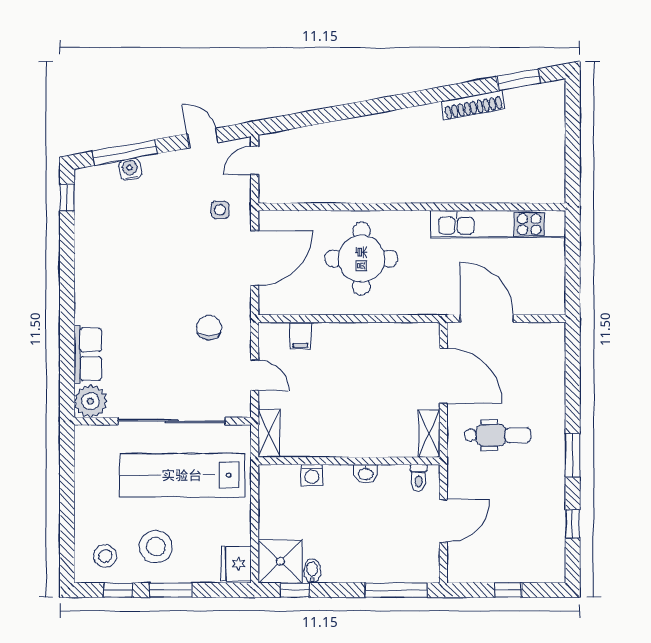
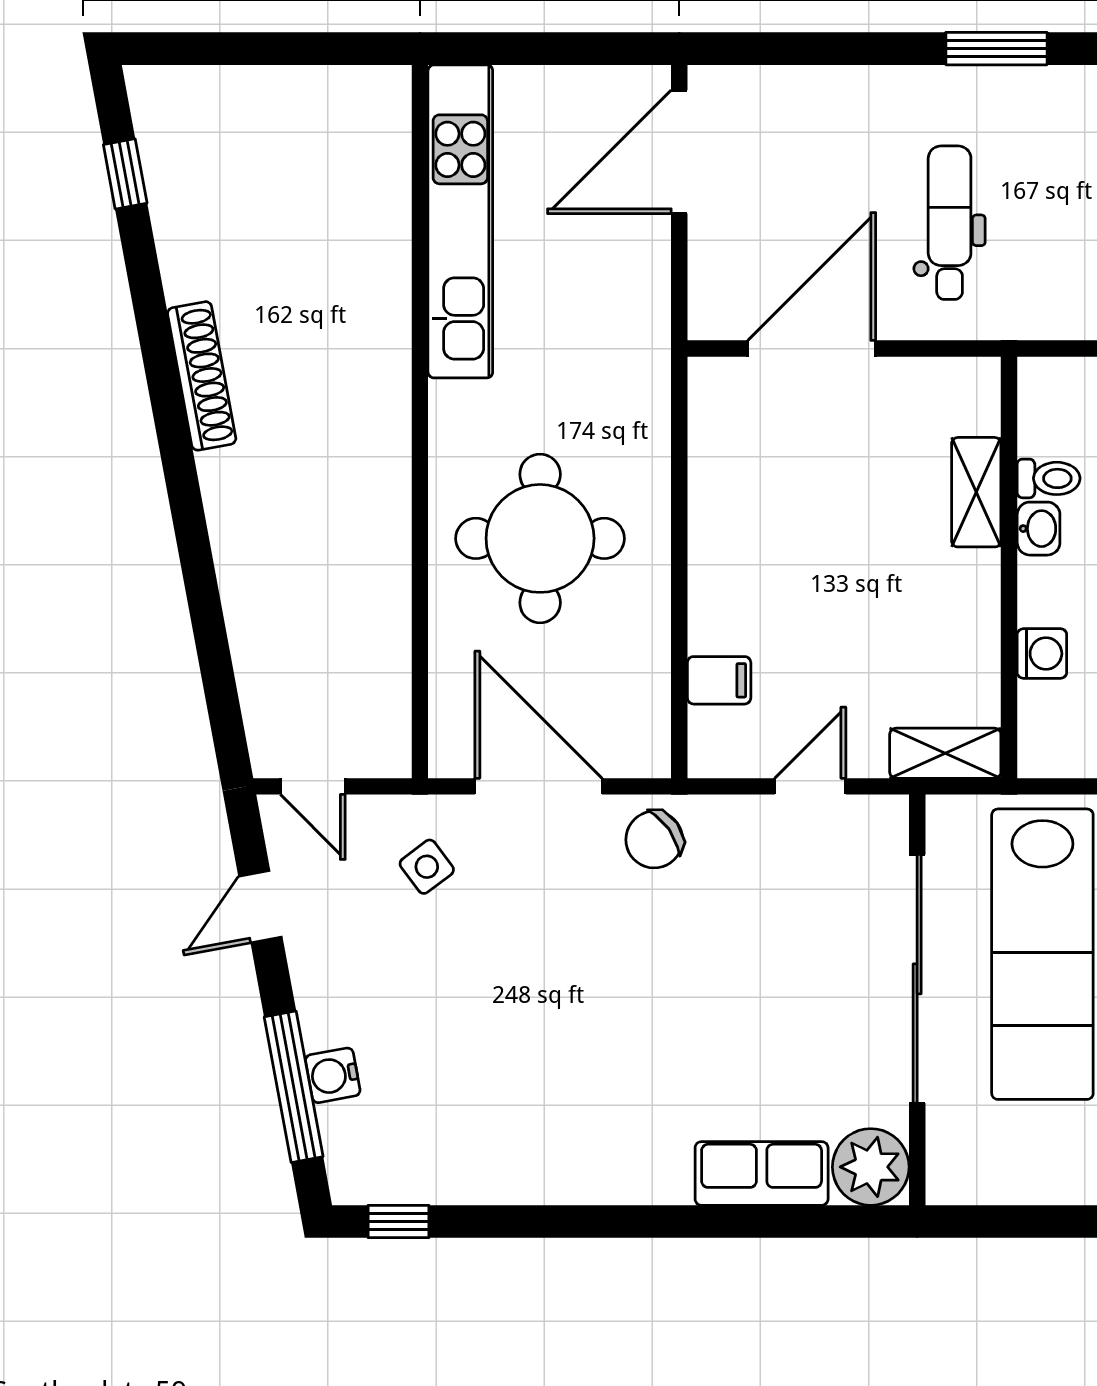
window: (519, 80) -> (125, 174), width x0.67
shoe rack: (473, 105) -> (202, 376), moved
side table: (220, 210) -> (427, 867), turned -37
door: (487, 319) -> (679, 152), moved
chair: (209, 327) -> (654, 840), moved, turned -35
shelving: (429, 434) -> (976, 492), moved, turned 90
toilet: (419, 478) -> (1049, 478), moved

